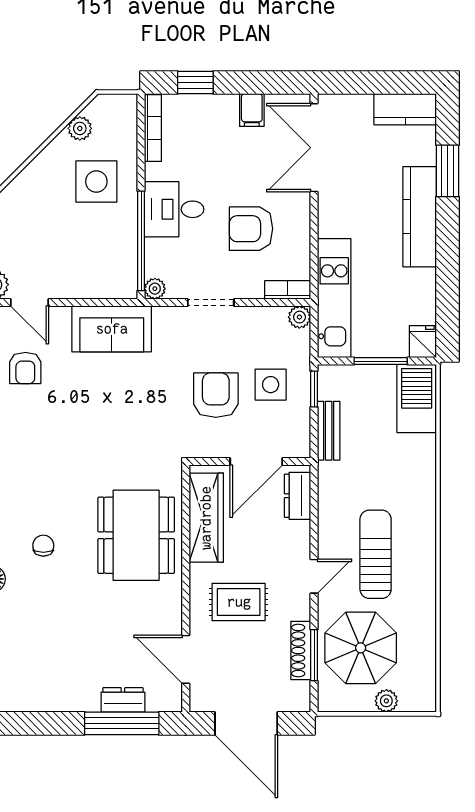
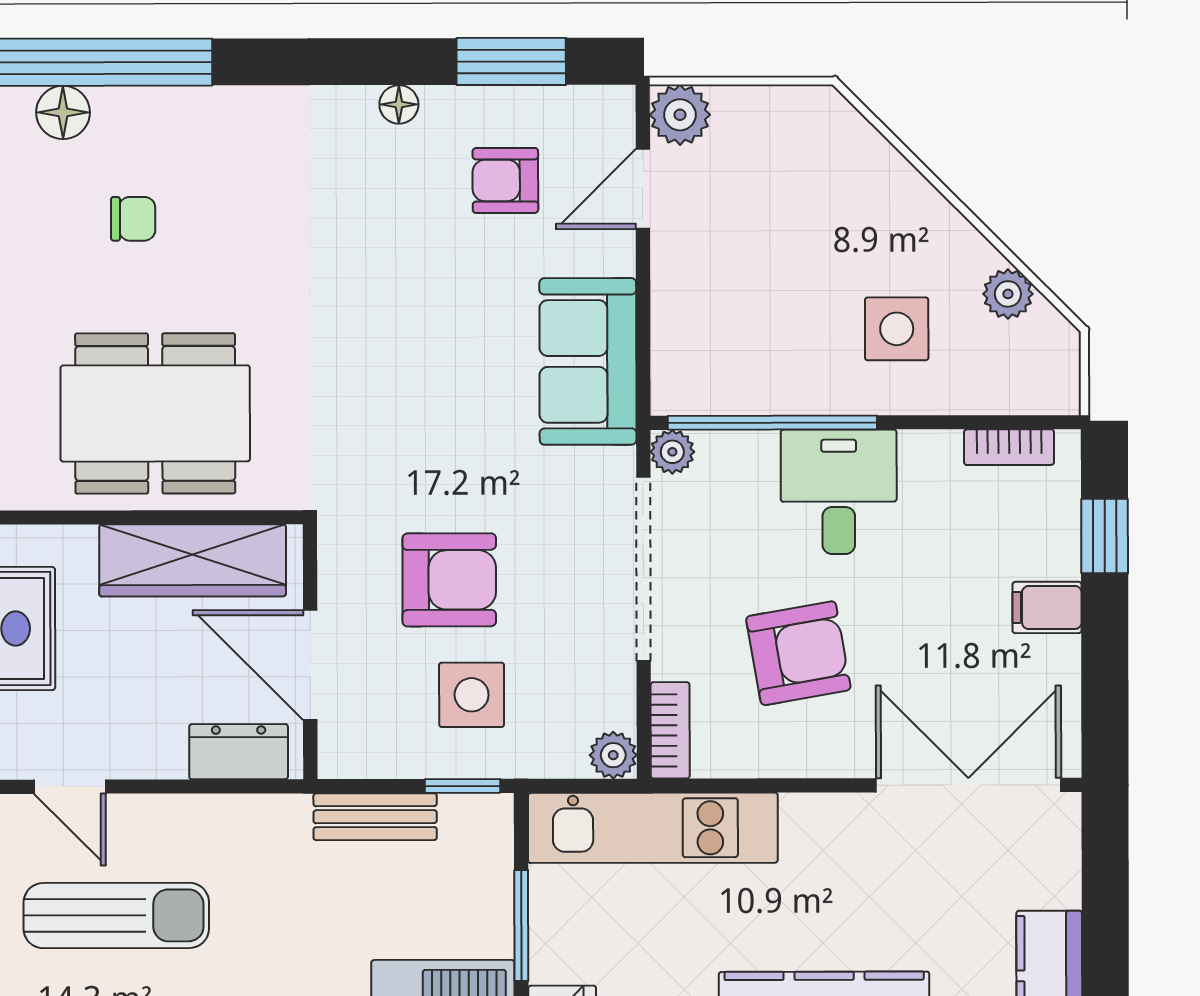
filing cabinet: (252, 110) -> (1047, 607), moved
bookcase: (153, 128) -> (1009, 447), width x0.64
side table: (96, 182) -> (897, 329), width x0.73, depth x0.73
armchair: (251, 229) -> (798, 653), turned 80
doorway: (211, 302) -> (644, 569), width x1.88

